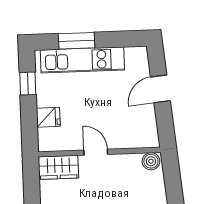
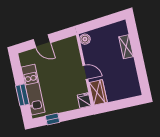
fridge: (48, 117) -> (84, 100), moved
door: (96, 152) -> (85, 72), swing flipped

